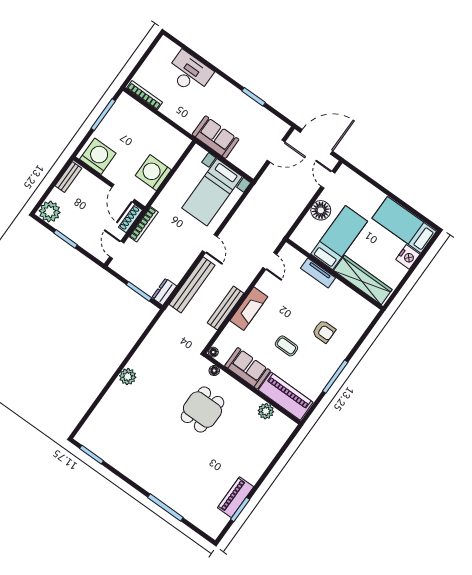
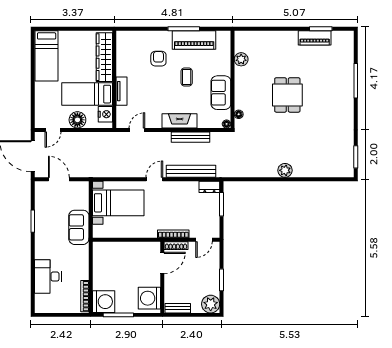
washing machine: (153, 173) -> (104, 302), moved, turned -90
nightstand: (408, 257) -> (105, 114), moved, turned 90
piano: (286, 396) -> (194, 40), moved, turned -90
dining table: (202, 410) -> (287, 95), moved, turned 90

